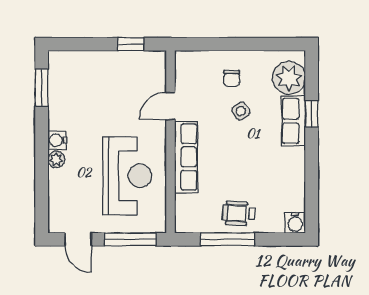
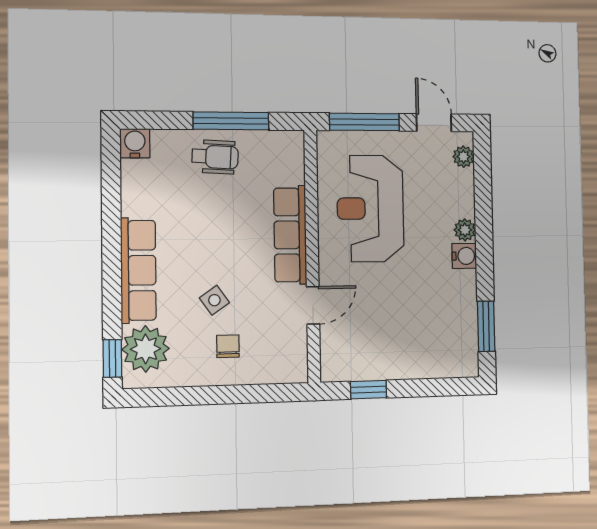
window: (312, 114) -> (112, 358), moved
row of seats: (293, 121) -> (138, 270), width x1.48
plant: (56, 214) -> (463, 157), added

